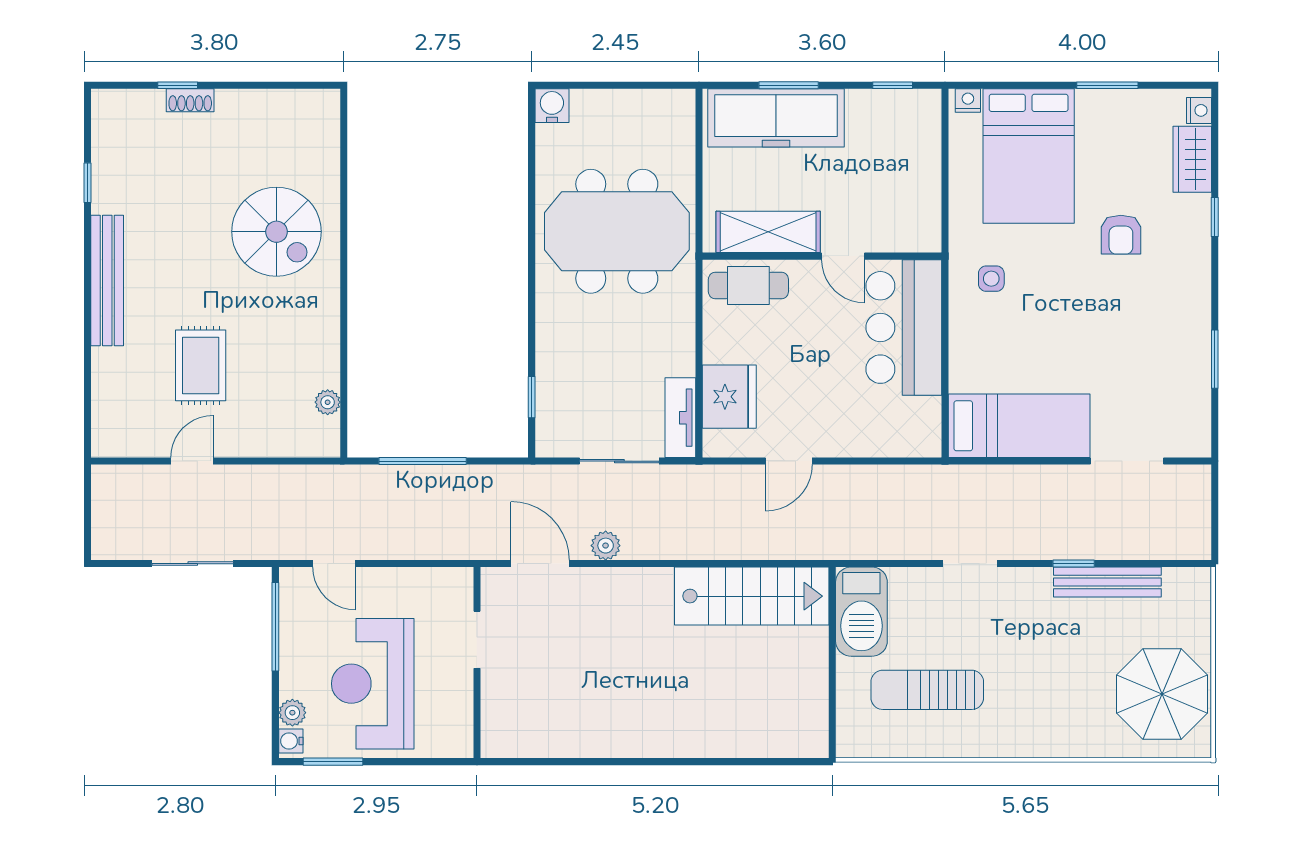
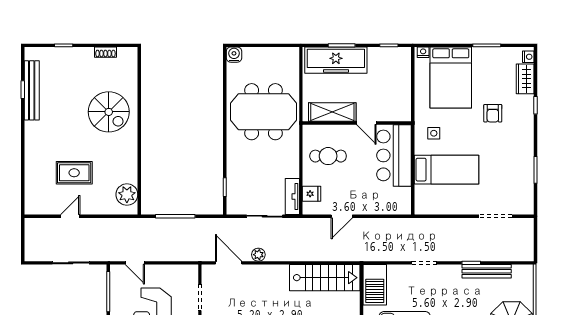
shoe rack: (190, 100) -> (105, 52), moved
bench: (107, 280) -> (32, 90), moved
cafe table: (748, 285) -> (328, 156), moved
rug: (201, 365) -> (74, 173), turned 90
fridge: (729, 397) -> (312, 194), width x0.53, depth x0.75
plant: (328, 402) -> (127, 195), width x1.87, depth x1.87
bed: (1019, 426) -> (446, 170), moved

